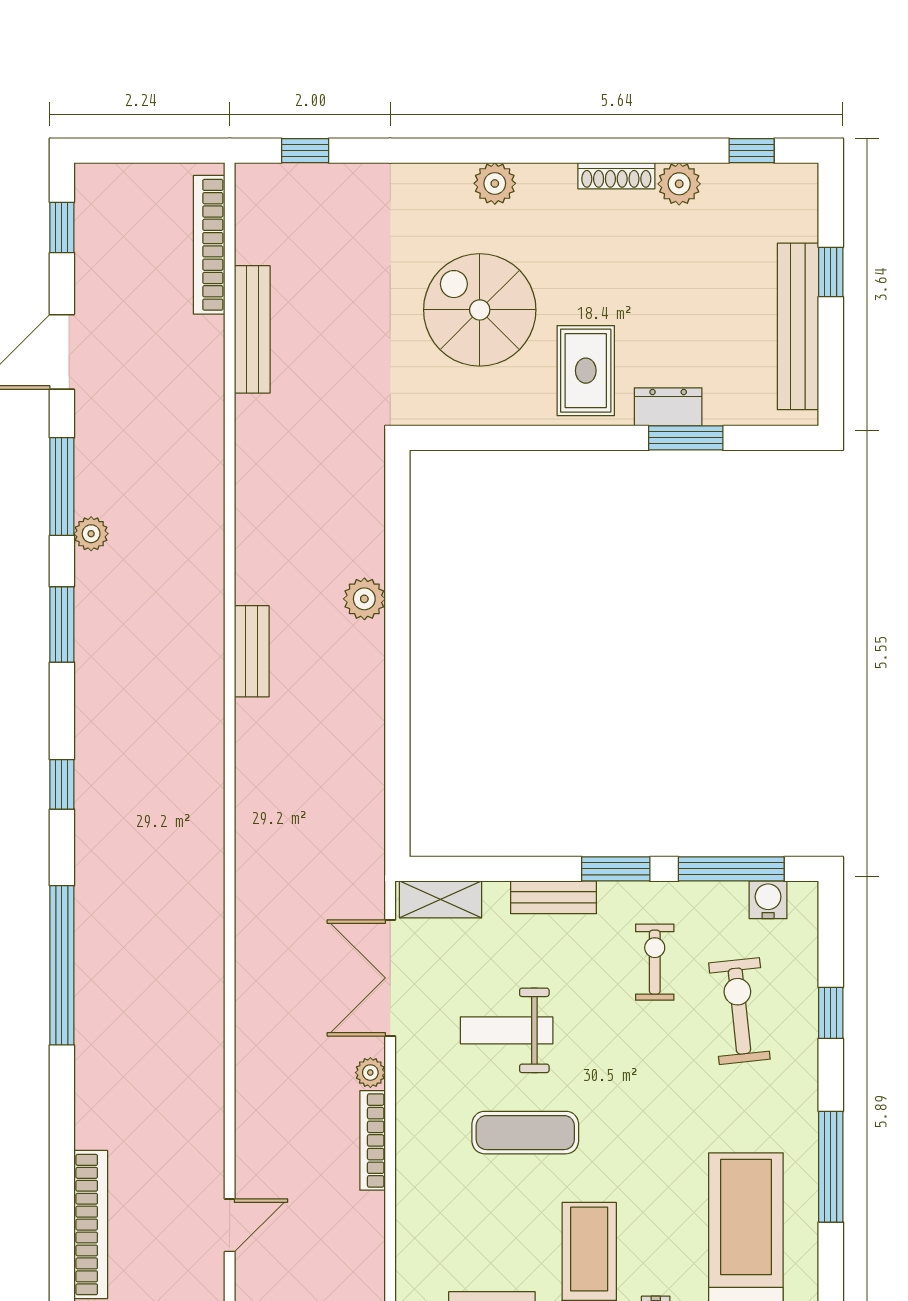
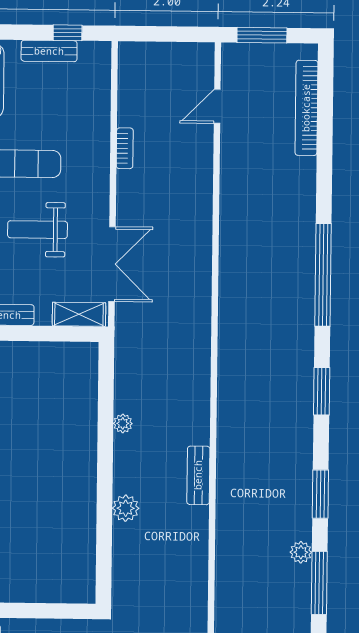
window: (62, 784) -> (322, 391), width x1.50
weight bench: (507, 1030) -> (38, 230), turned 180
plant: (370, 1073) -> (123, 423), moved
bookcase: (373, 1140) -> (125, 148), width x0.64

